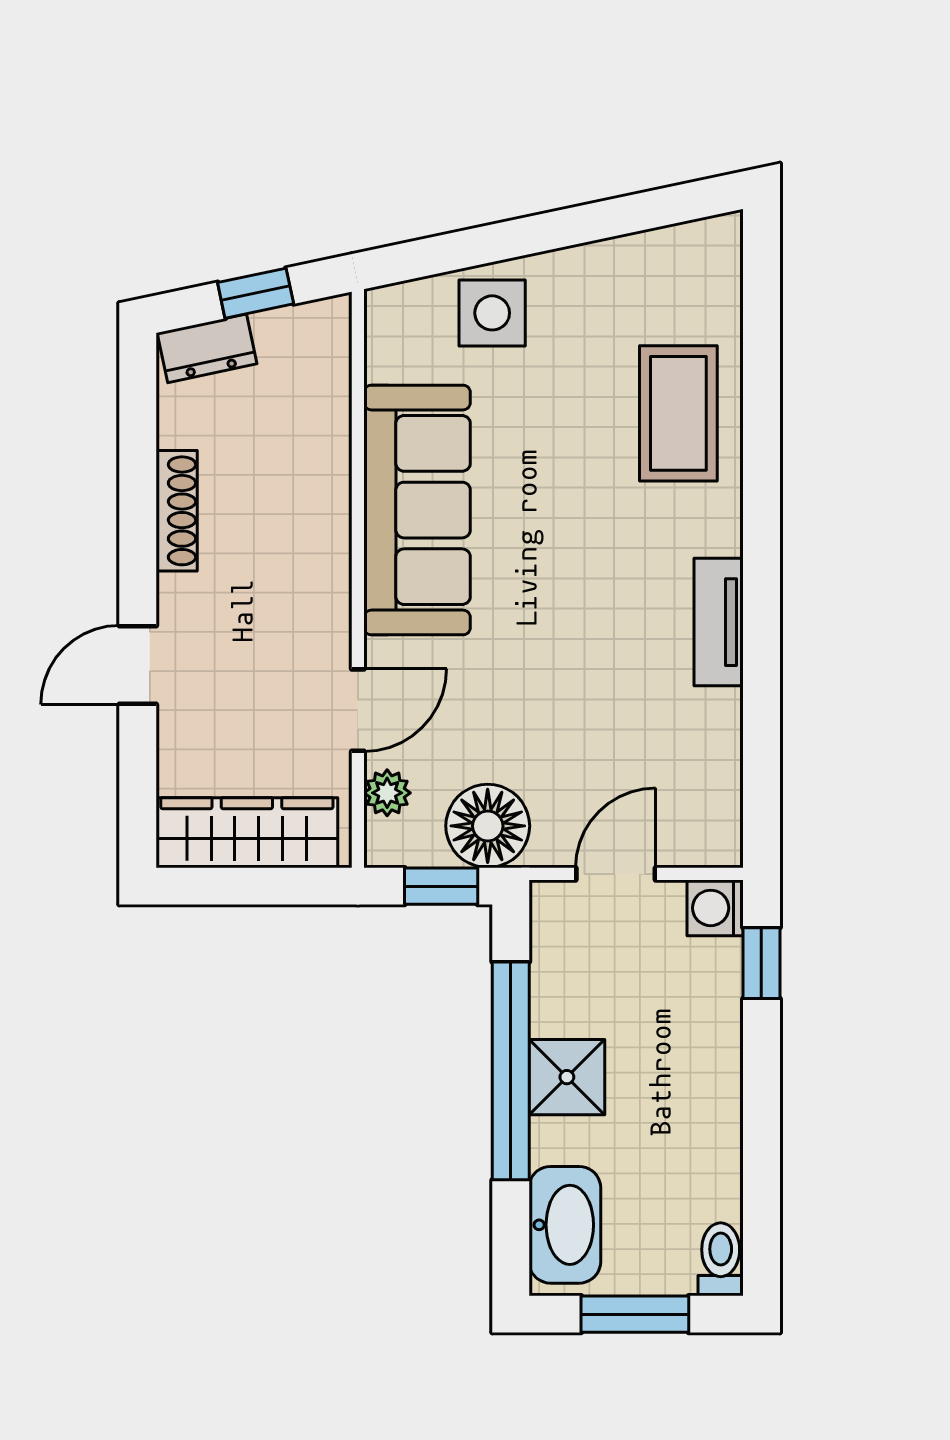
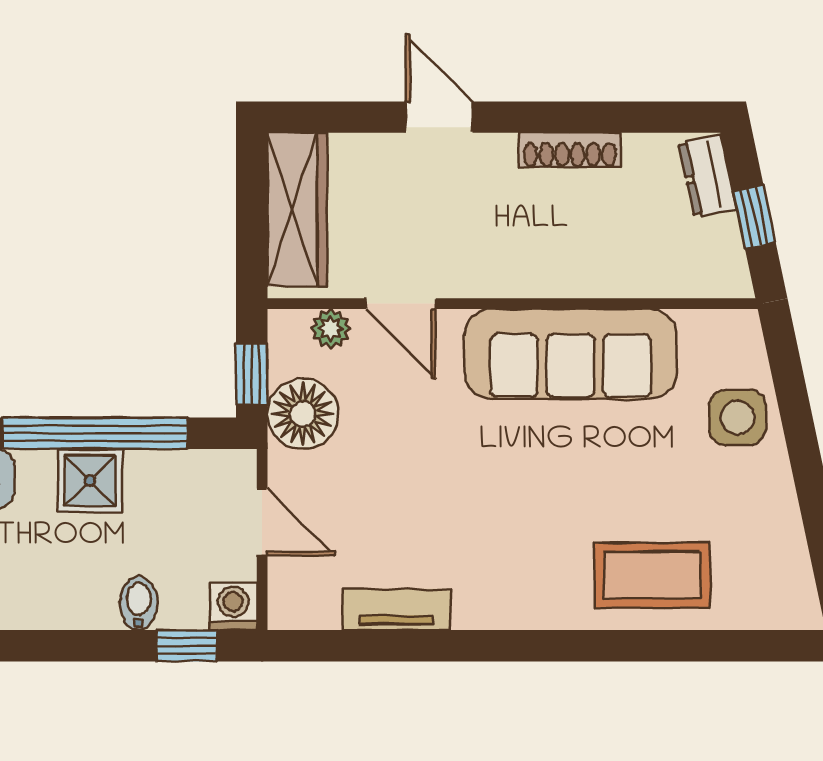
tv unit: (719, 622) -> (396, 609), moved
bidet: (711, 1020) -> (139, 603), added

